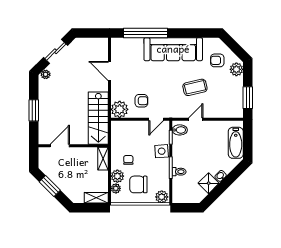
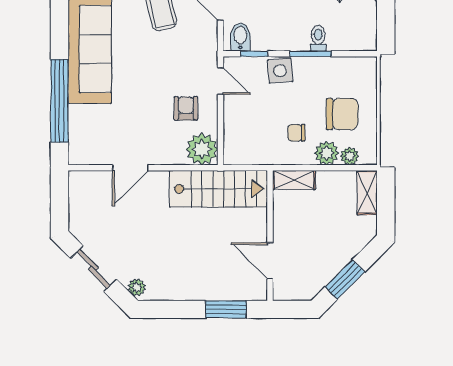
window: (34, 110) -> (226, 309), moved
chair: (138, 184) -> (342, 114), turned -90
plant: (162, 197) -> (365, 70), removed

